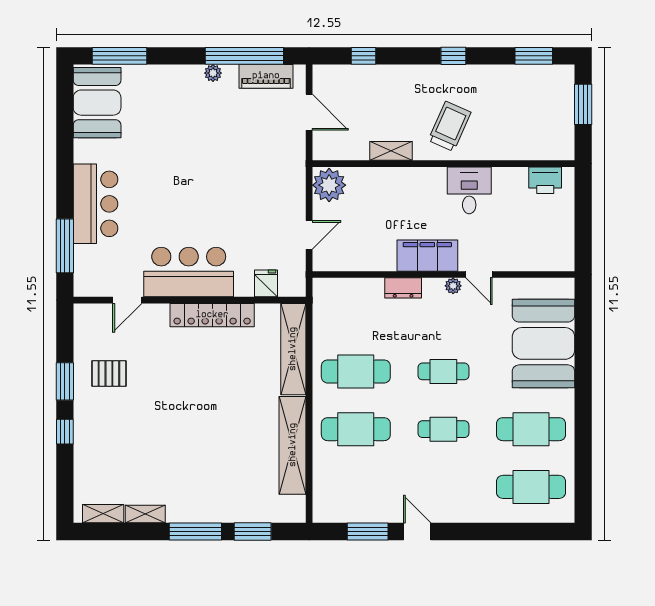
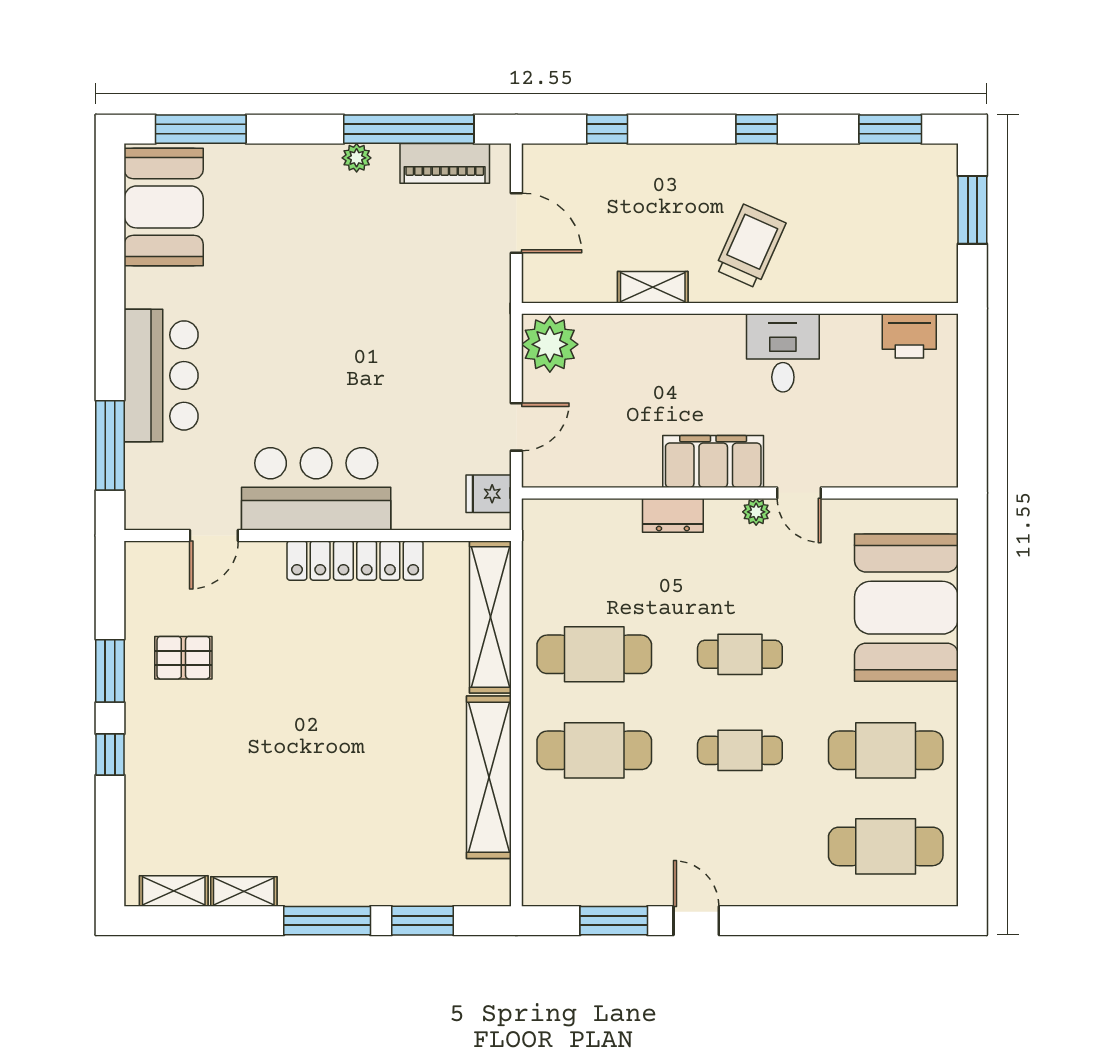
fridge: (266, 283) -> (489, 494), moved, turned -90

